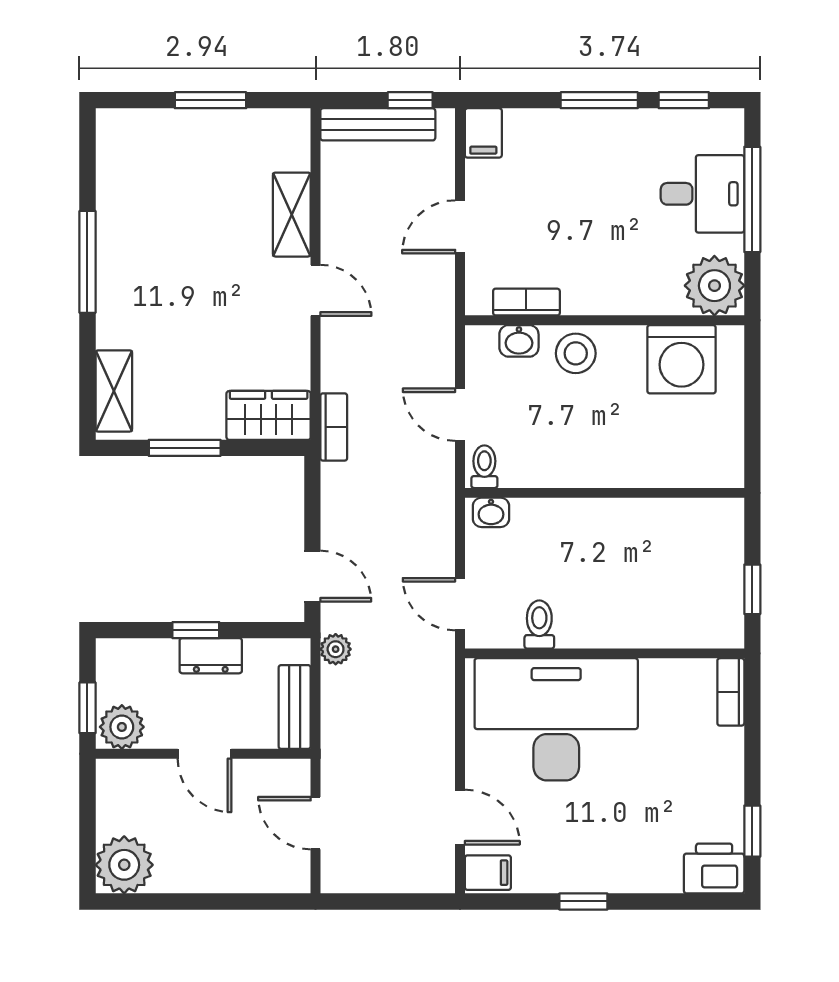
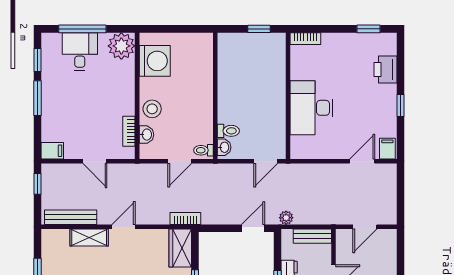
bench: (378, 124) -> (71, 217), moved, turned 90
toilet: (539, 625) -> (228, 131), moved, turned 180
desk: (556, 719) -> (312, 108), width x0.73, depth x0.77
printer: (714, 869) -> (386, 70), moved

